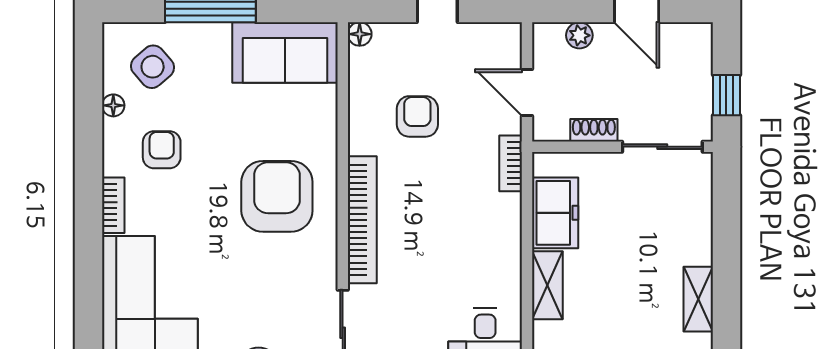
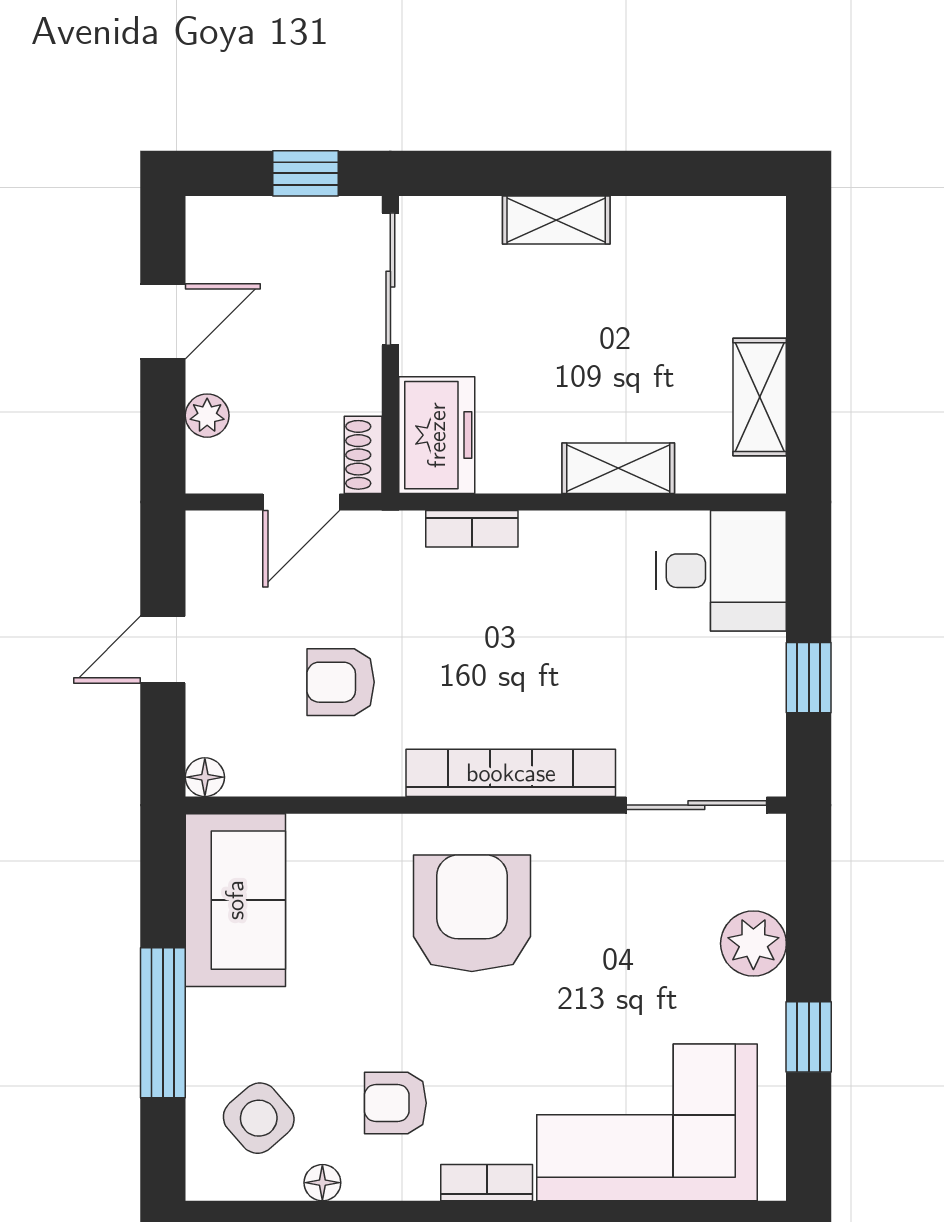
shoe rack: (594, 130) -> (363, 455), moved
bookcase: (511, 163) -> (472, 529), moved
armchair: (277, 196) -> (472, 913), turned 90
freezer: (555, 213) -> (437, 435), moved, turned 90
shelving: (698, 299) -> (556, 220), moved

